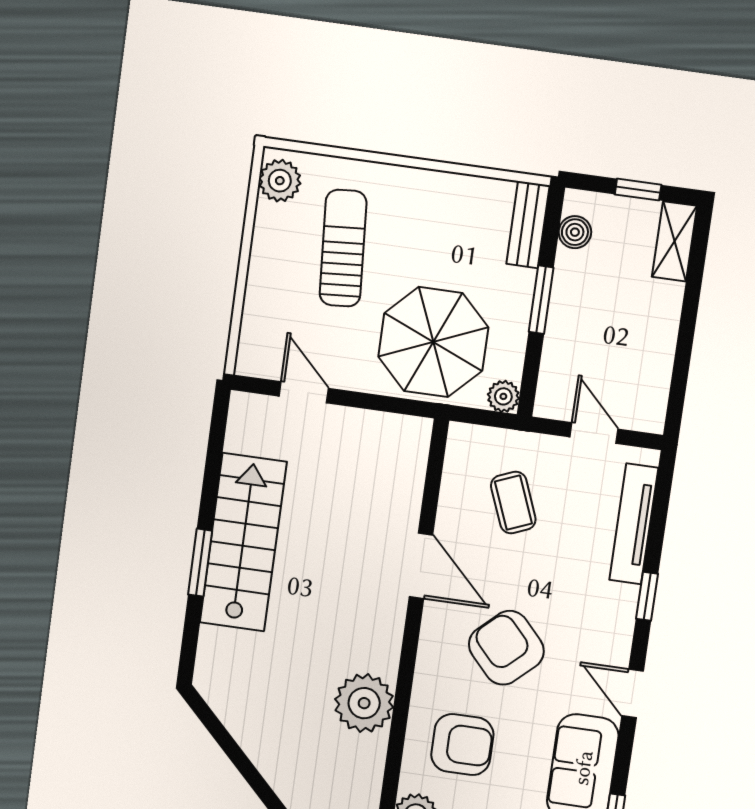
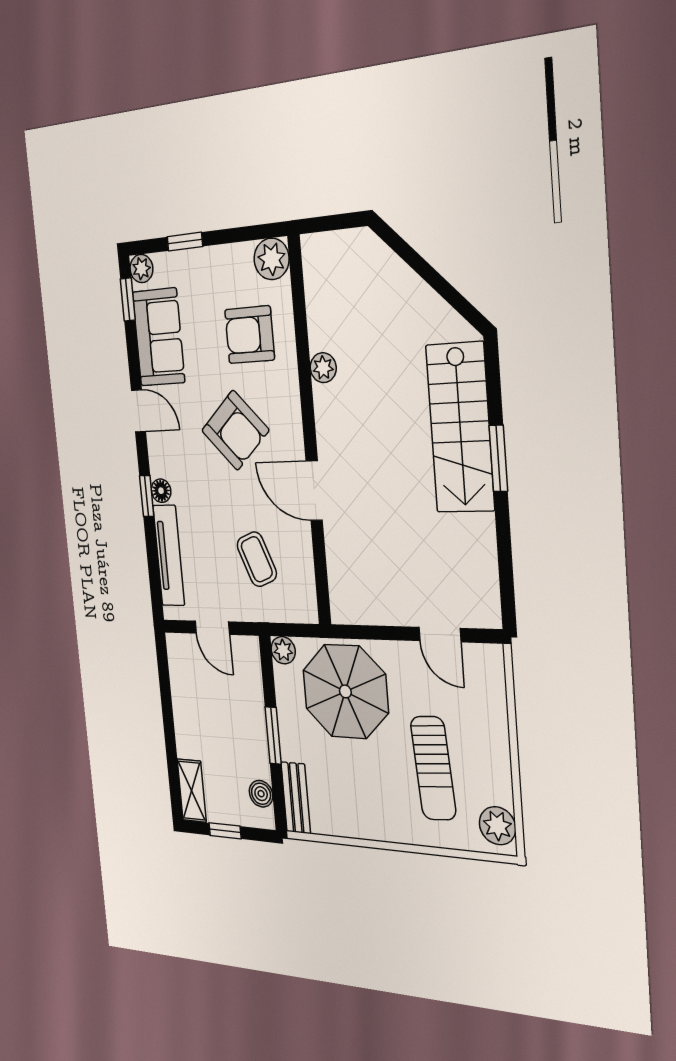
stairs: (243, 542) -> (460, 428), moved
floor lamp: (625, 599) -> (161, 491), added
plant: (364, 703) -> (323, 368), width x0.53, depth x0.53

